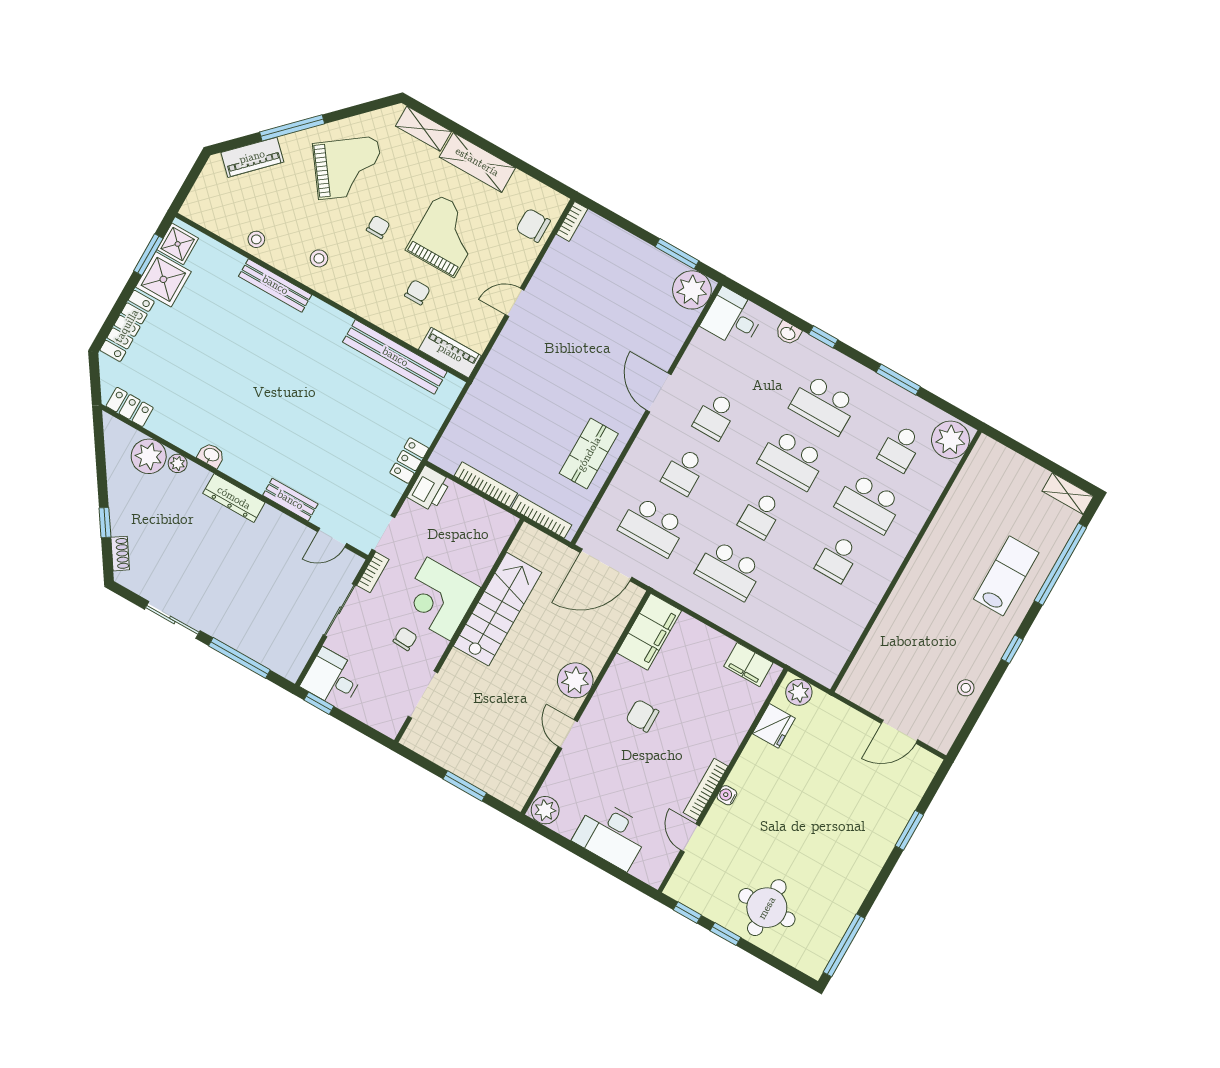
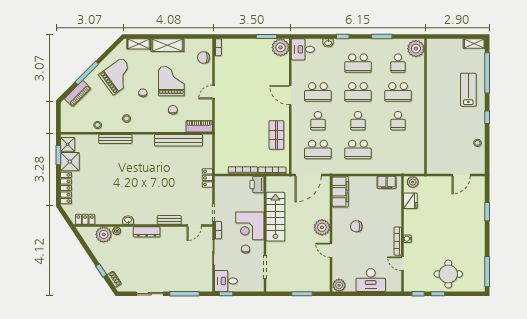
school desk: (715, 416) -> (318, 92), width x1.85
printer: (429, 489) -> (257, 185), moved, turned 180

